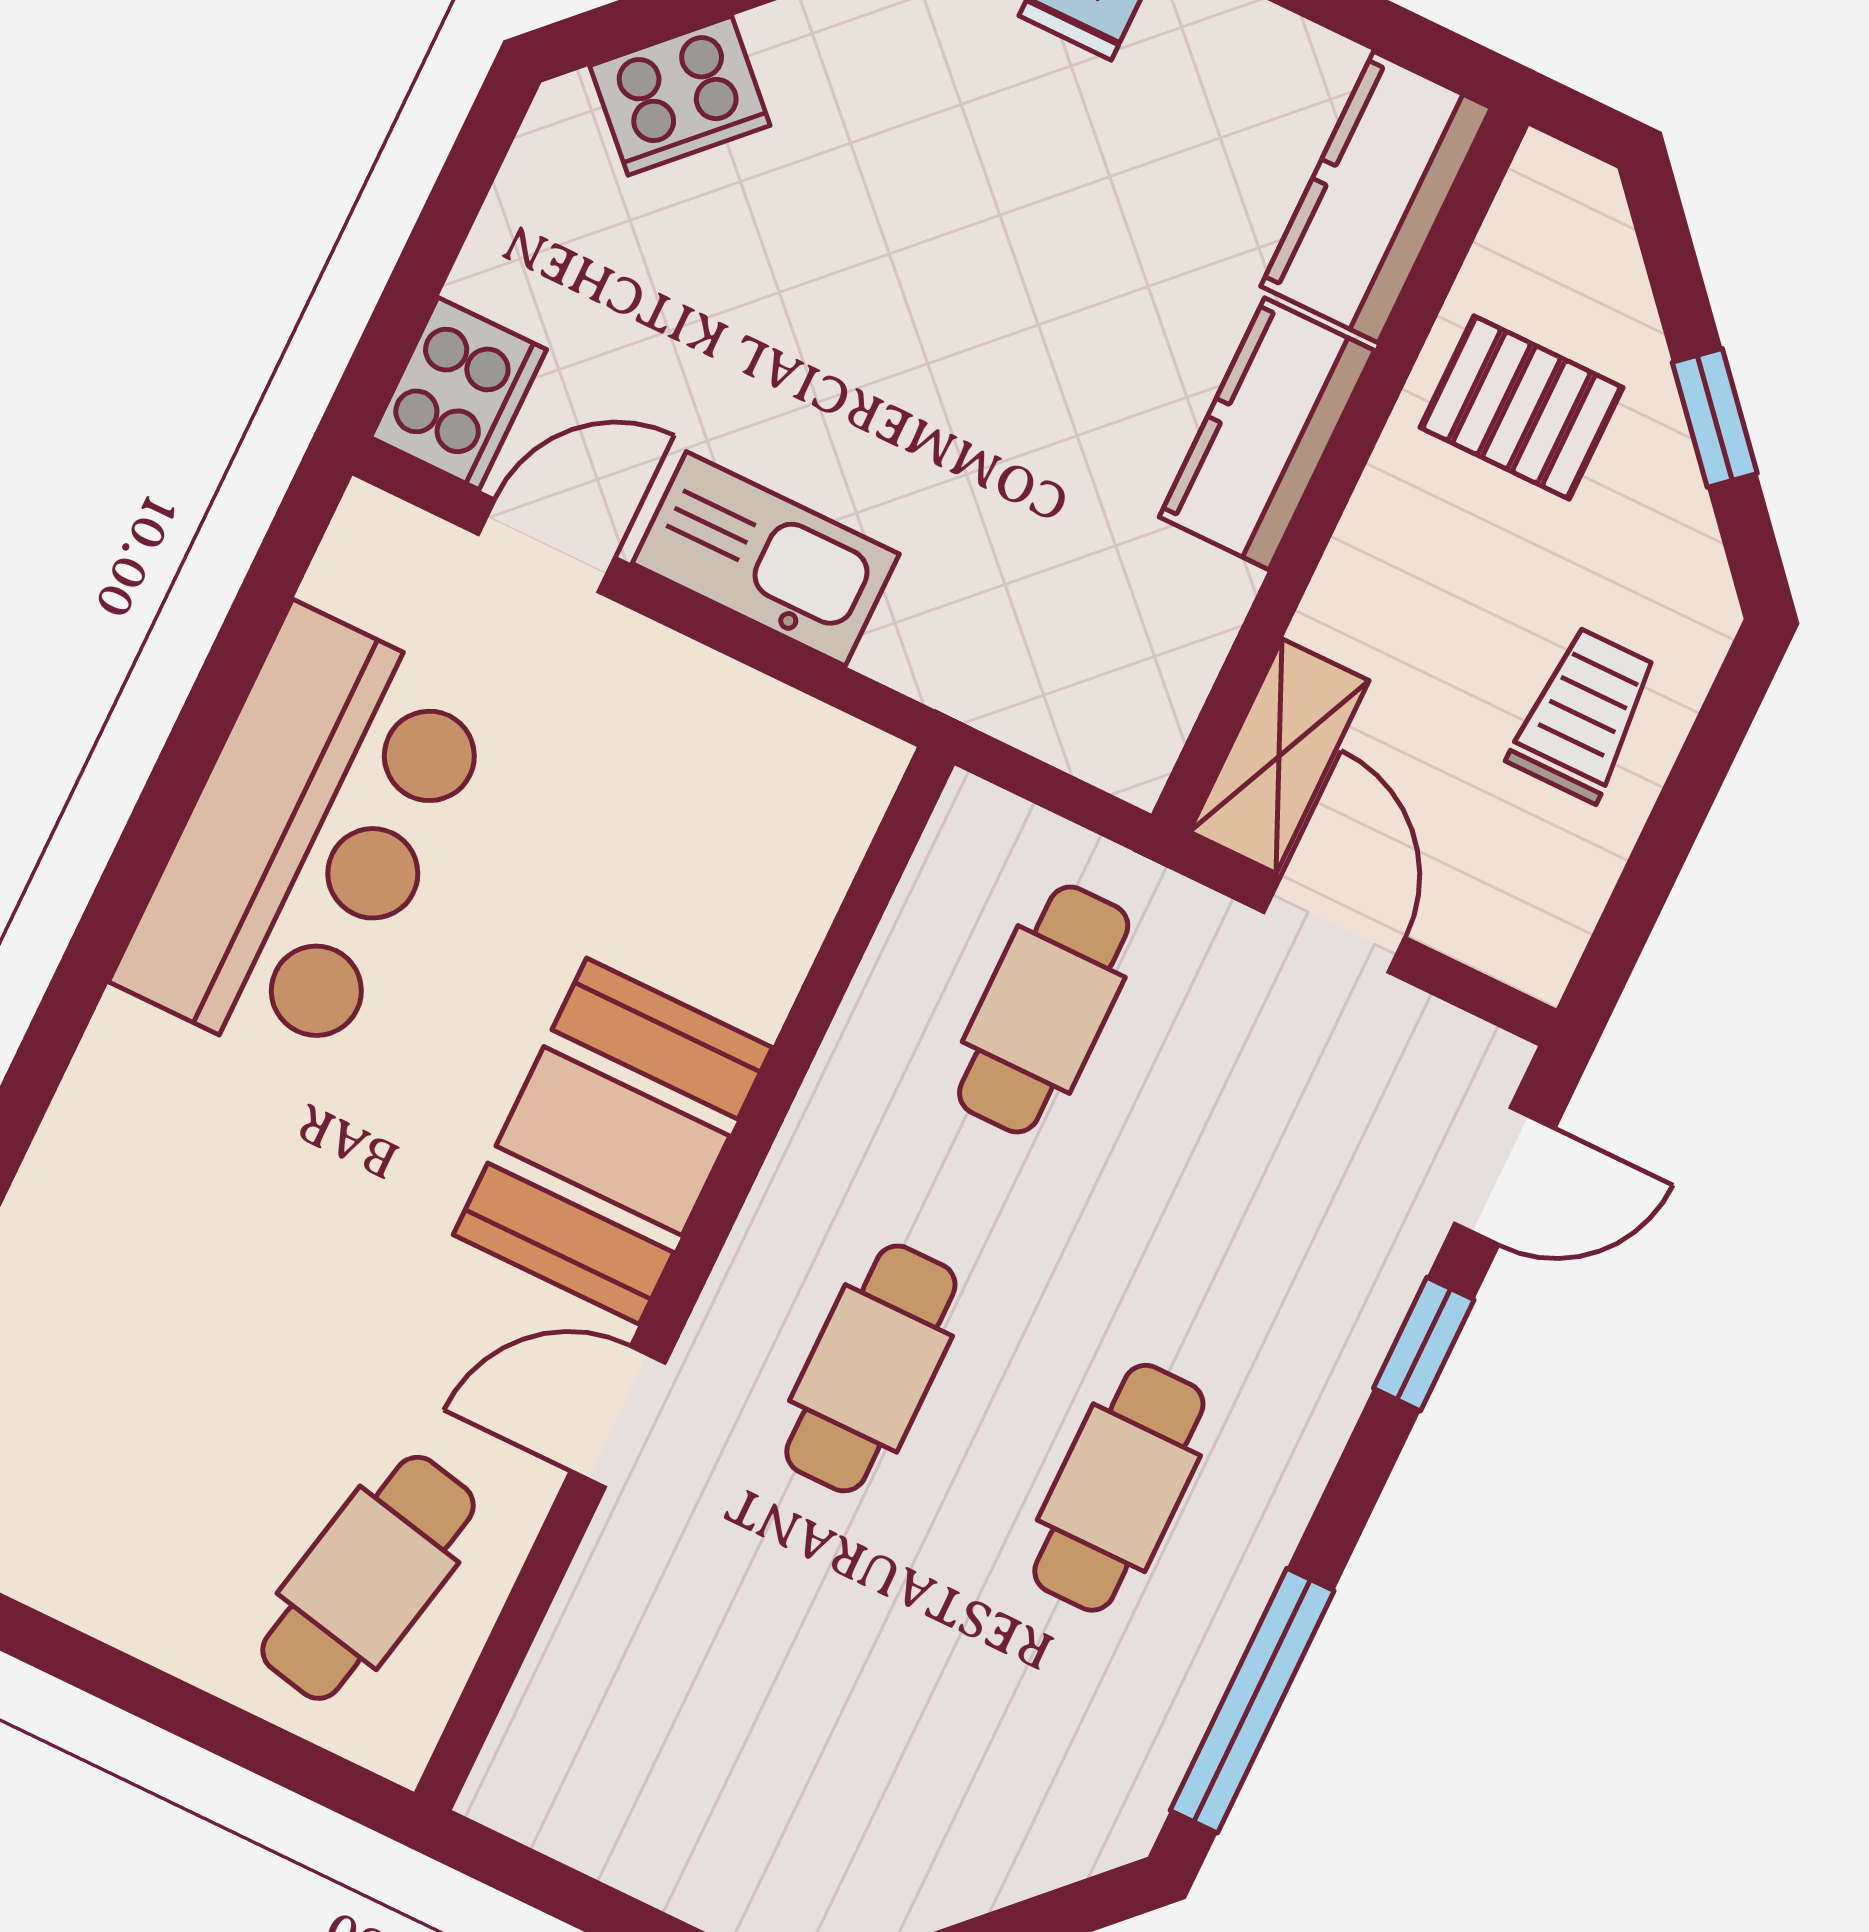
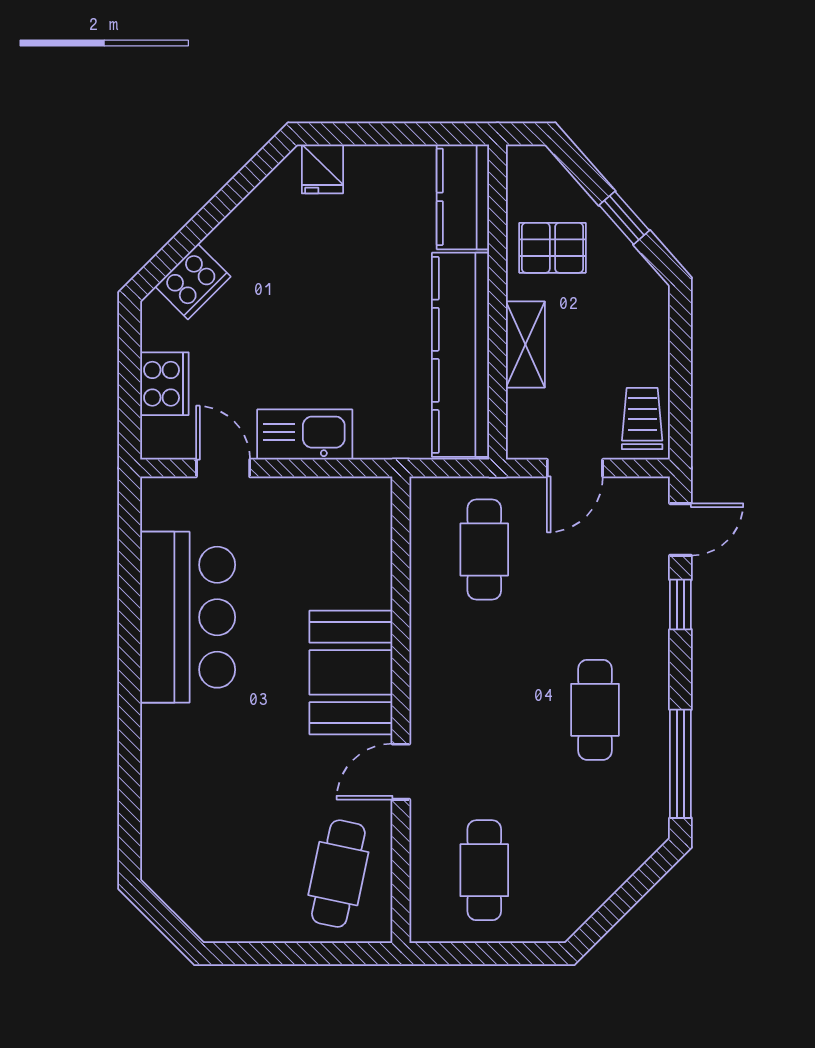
cooker: (458, 394) -> (164, 384), moved
kitchen counter: (1267, 434) -> (461, 355), width x2.08, depth x1.17
door: (547, 546) -> (223, 468), hinge flipped
trolley: (1583, 714) -> (642, 418), moved
shelving: (1279, 756) -> (525, 344), moved
door: (1334, 925) -> (575, 468), swing flipped
cafe table: (871, 1368) -> (484, 870), moved

